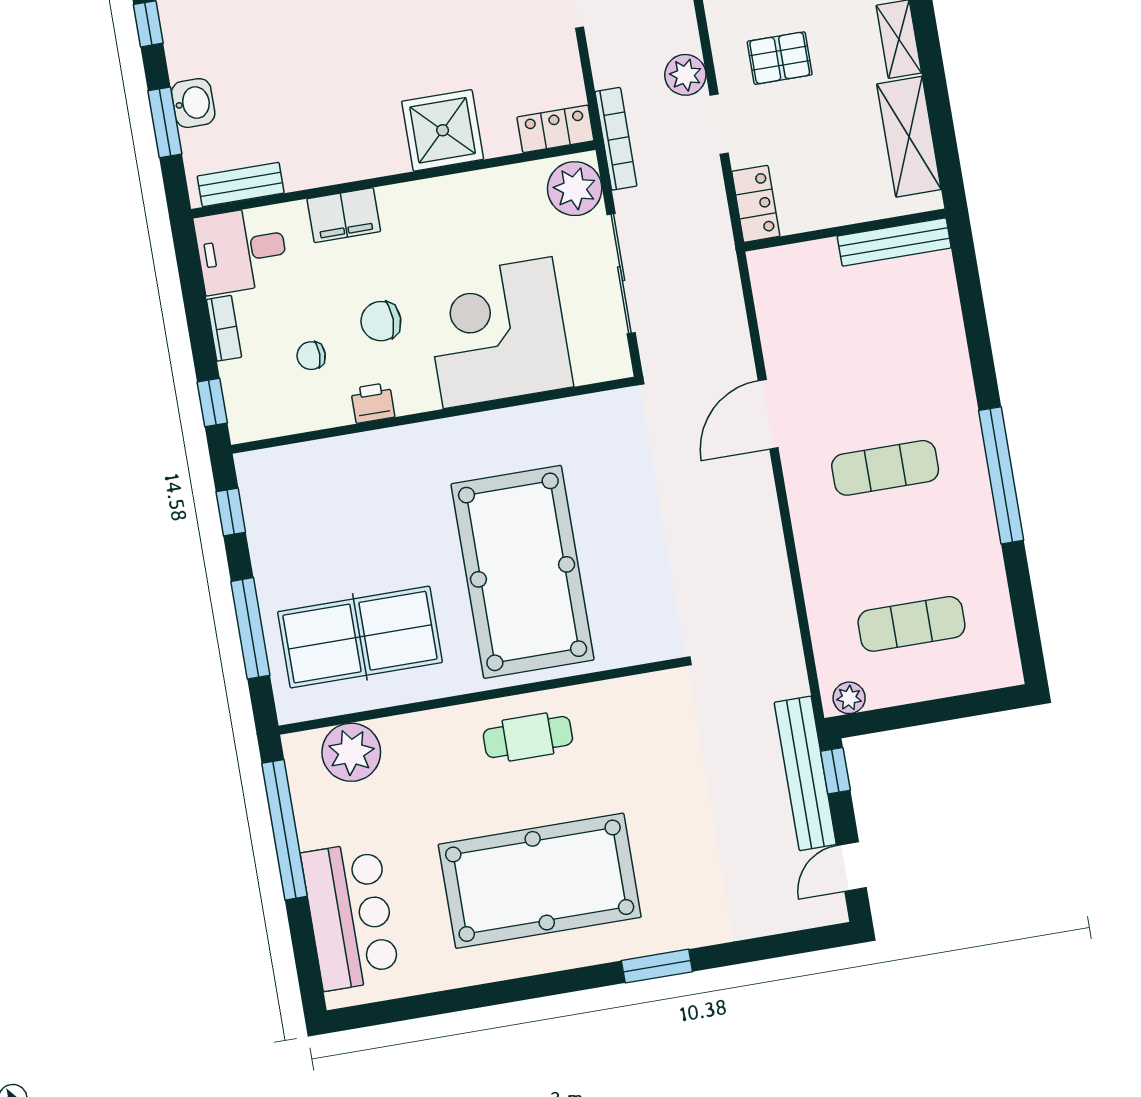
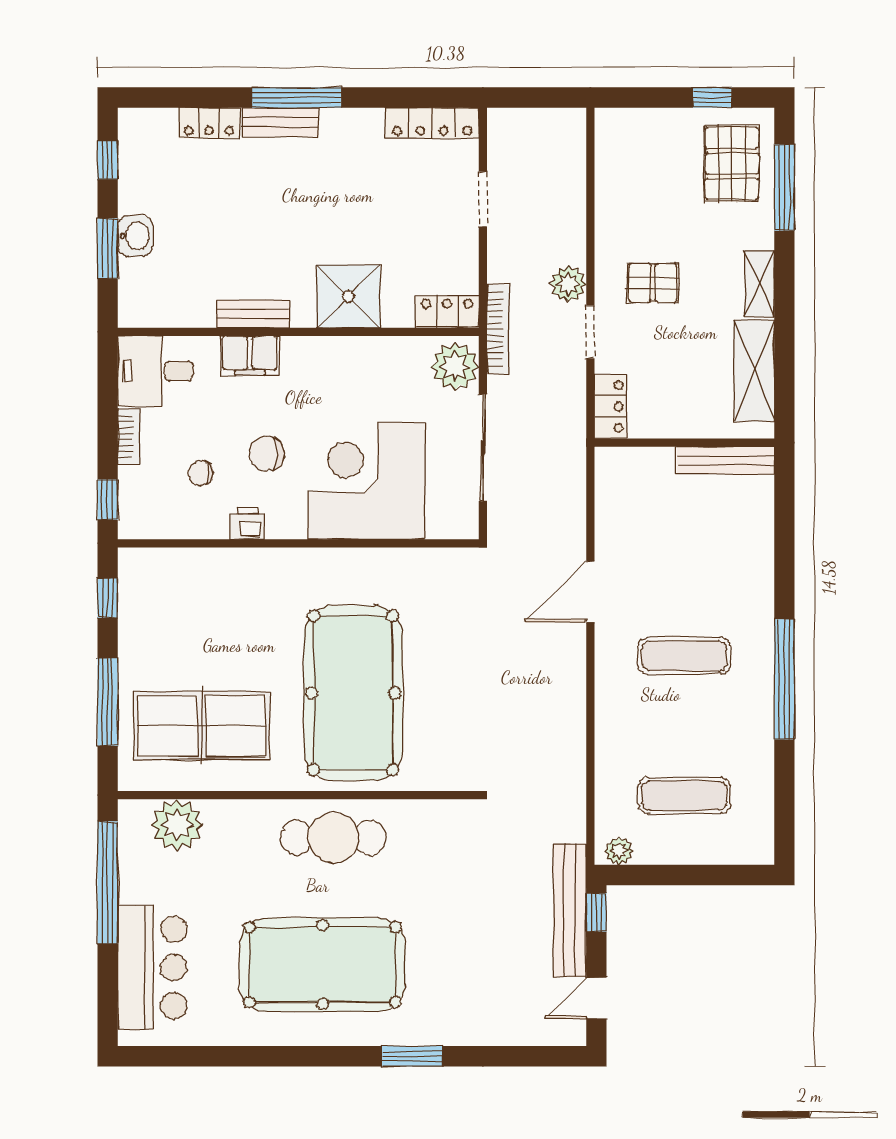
bench: (241, 184) -> (253, 314), moved
cafe table: (528, 737) -> (333, 838), width x1.37, depth x1.35

